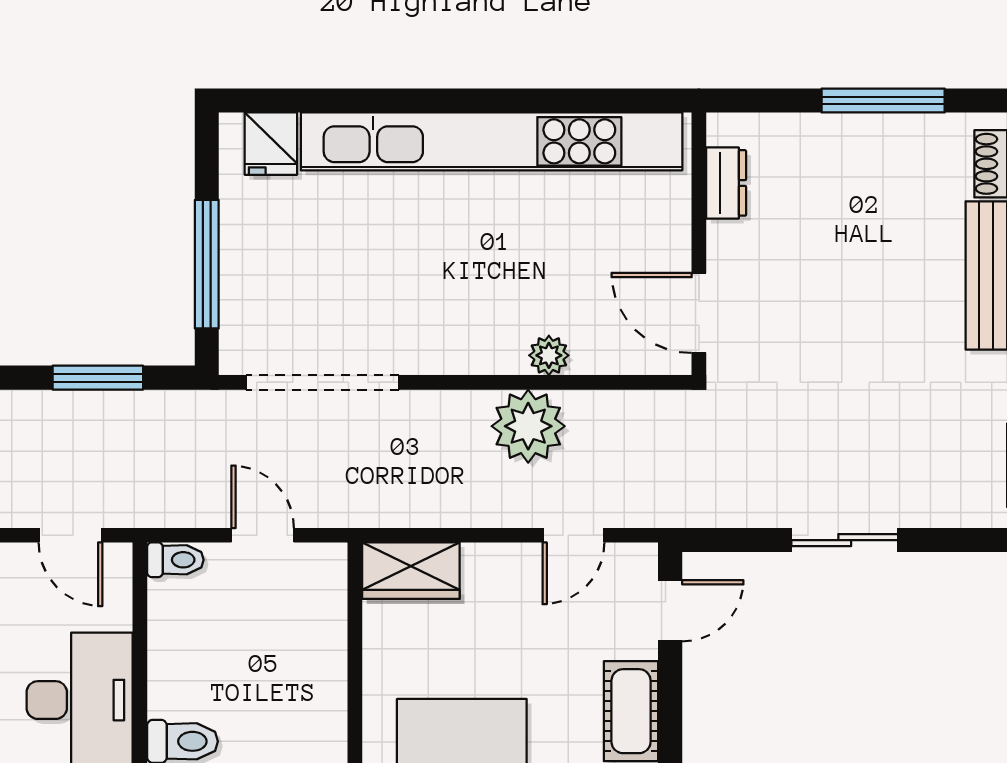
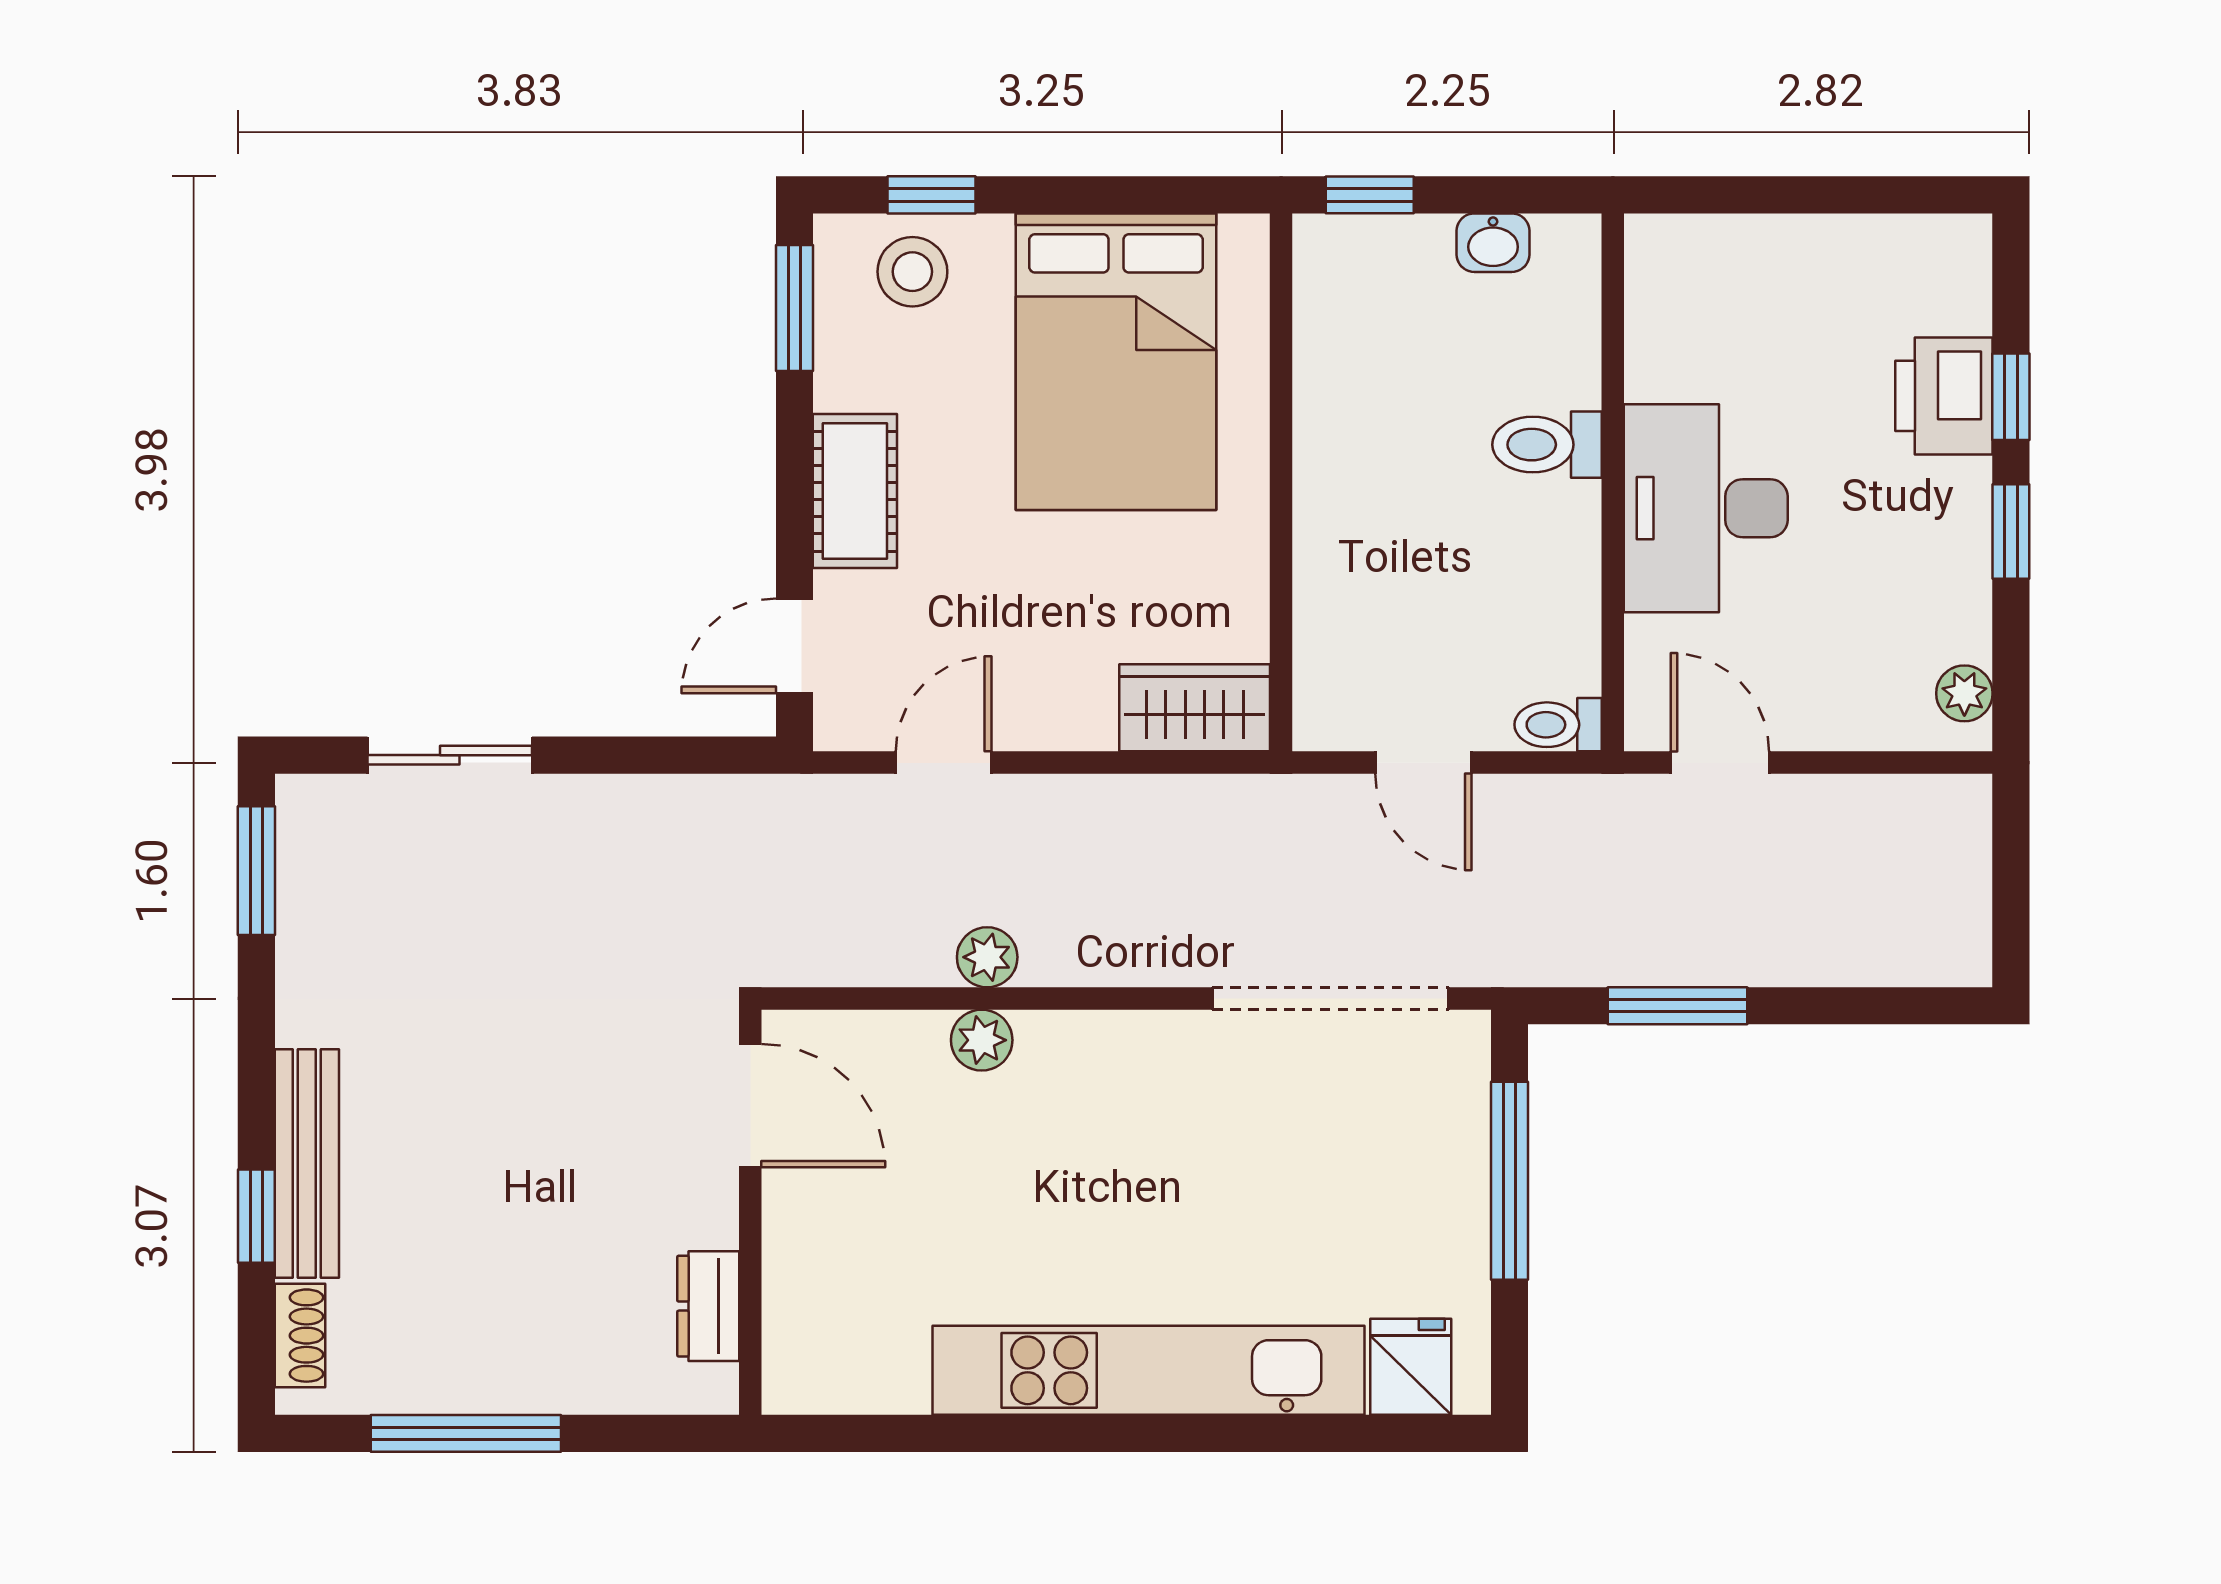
kitchen unit: (492, 141) -> (1148, 1370), width x0.73
plant: (528, 426) -> (987, 957), width x0.53, depth x0.53
sliding door: (845, 540) -> (450, 755), moved

